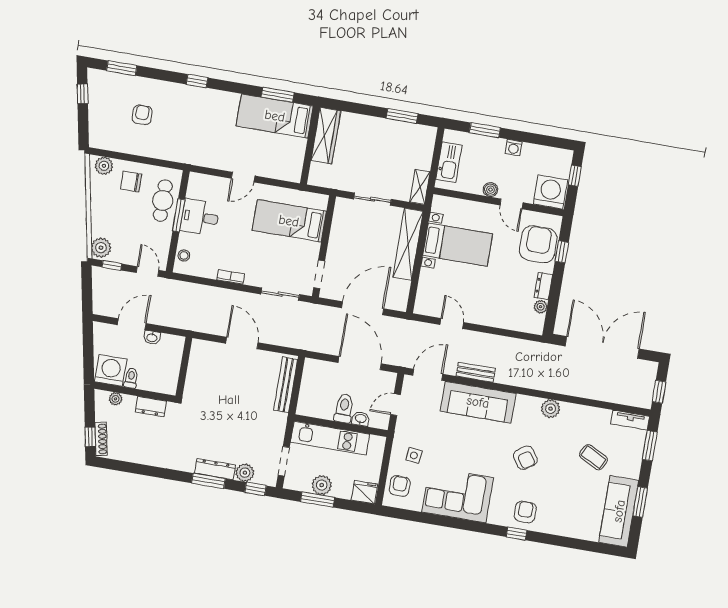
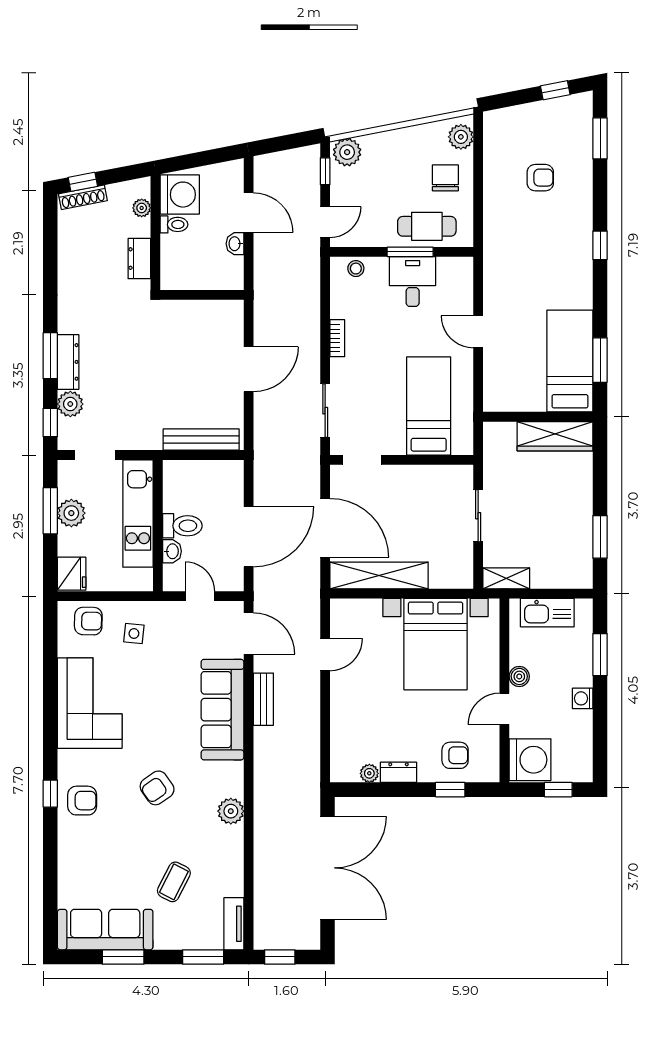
shelving: (408, 244) -> (379, 575), moved
armchair: (538, 244) -> (455, 755), width x0.53, depth x0.53
bed with nightstands: (458, 245) -> (436, 644), width x1.36

